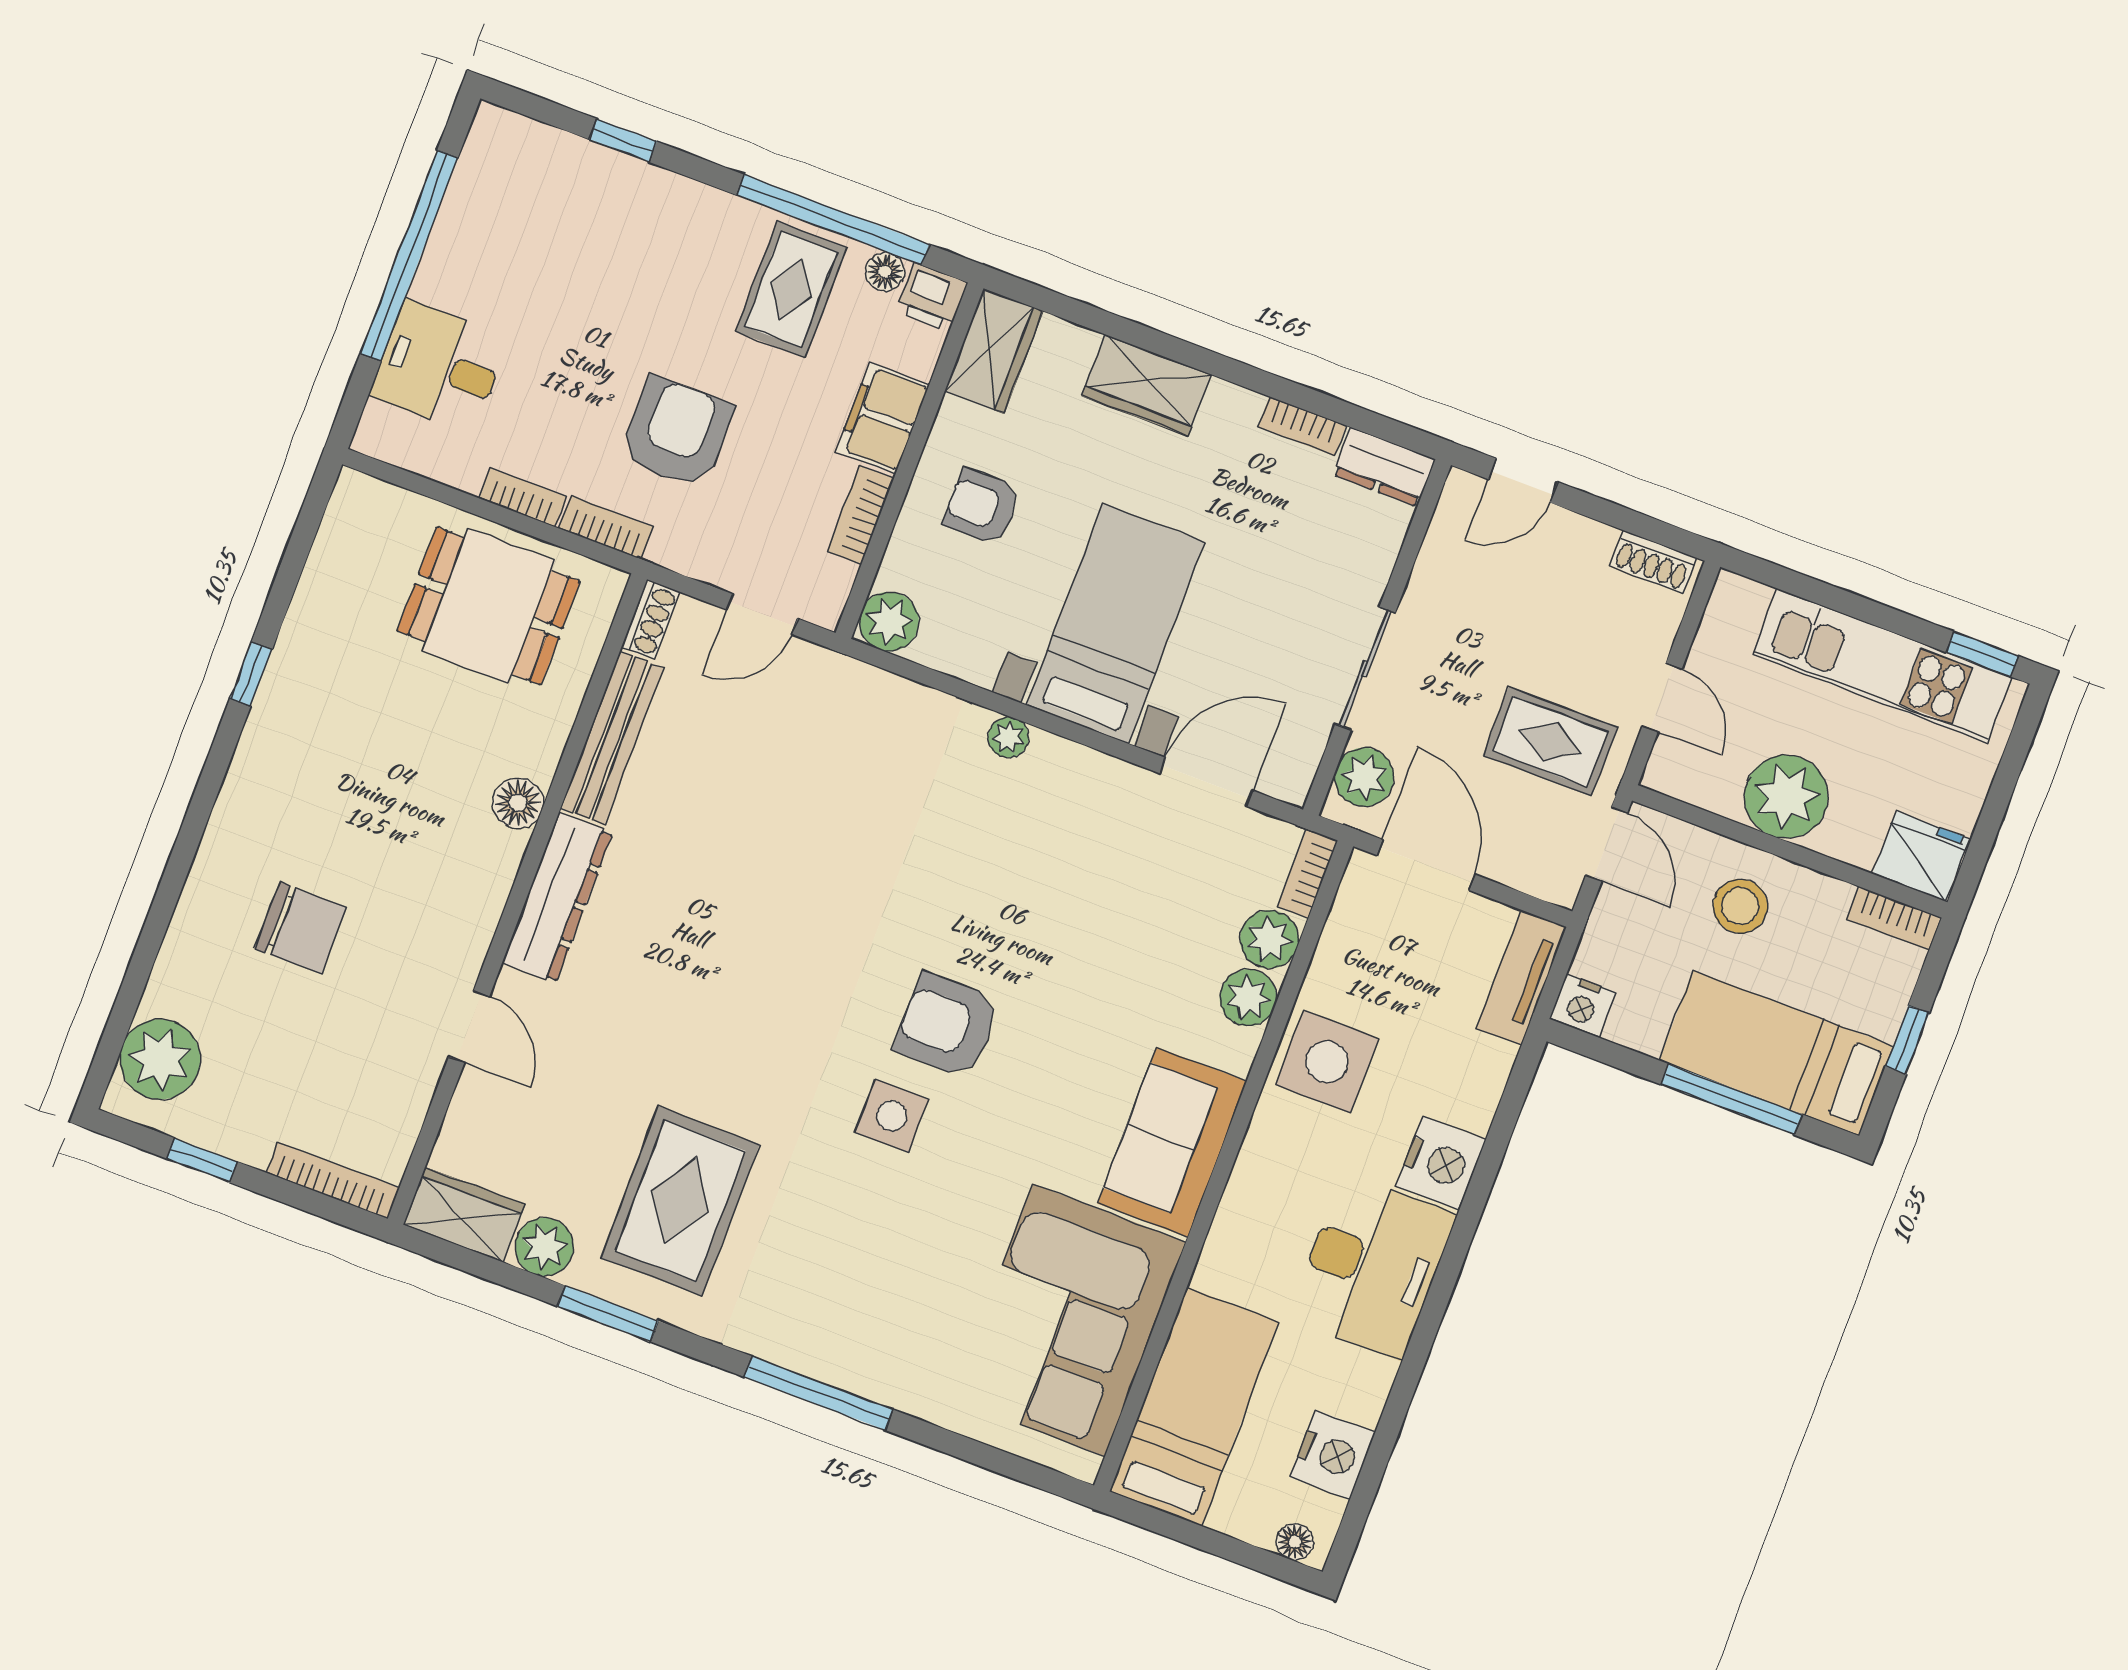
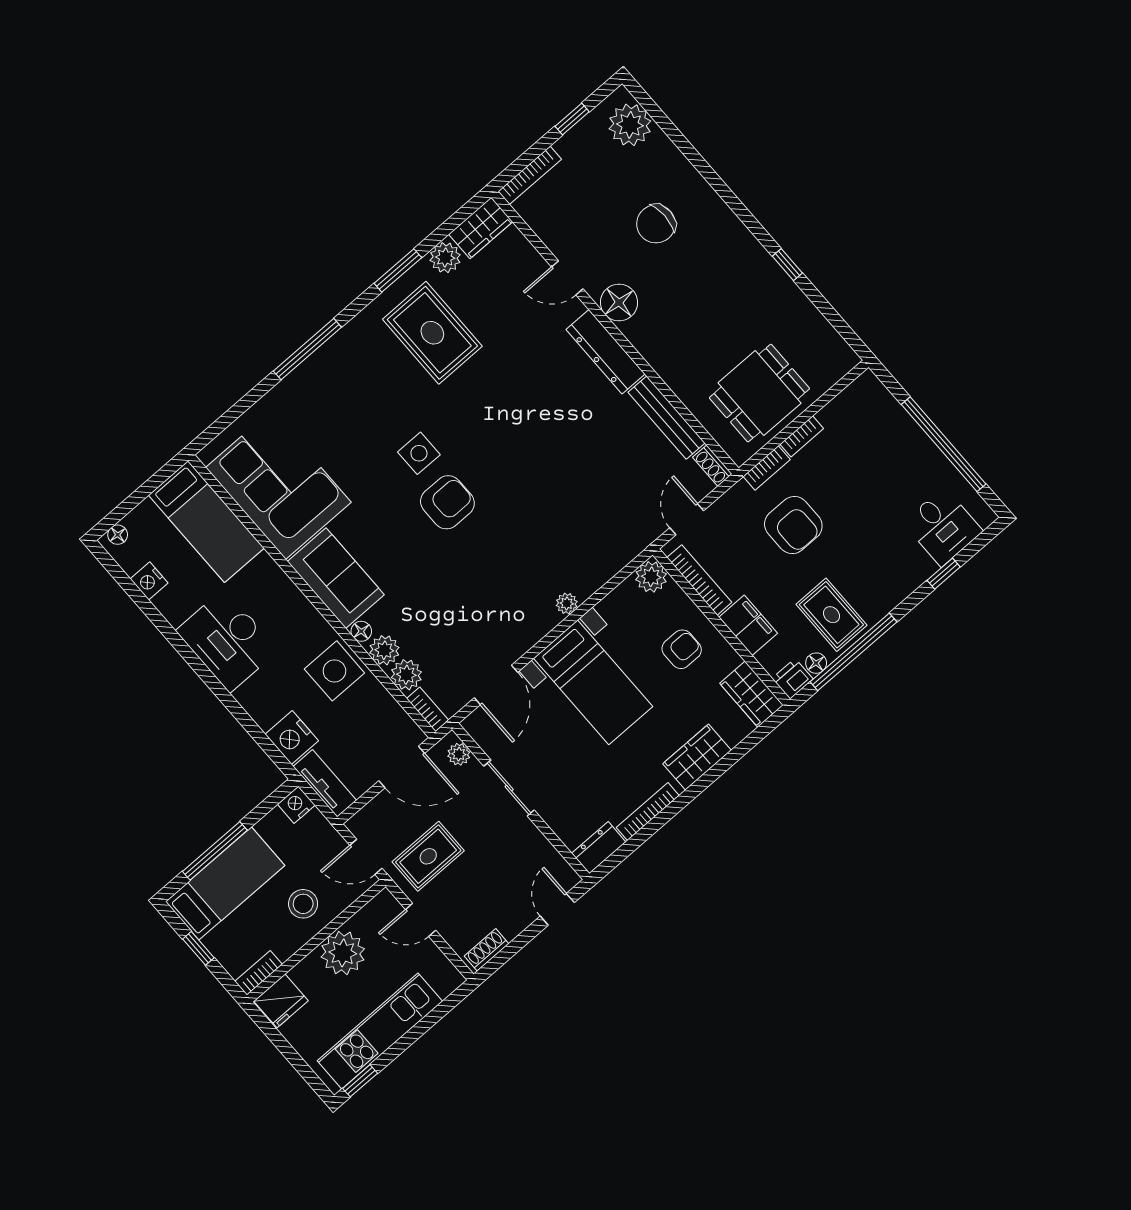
desk: (439, 366) -> (943, 527), moved, turned 90
bookcase: (1302, 426) -> (648, 812), width x1.56
bookcase: (861, 515) -> (699, 580), width x1.56
plant: (1364, 777) -> (459, 754), width x0.73, depth x0.73
floor lamp: (518, 803) -> (619, 303), moved, width x1.38, depth x1.38
floor lamp: (1237, 1053) -> (361, 631), added
nightstand: (1441, 1163) -> (292, 738), moved
nightstand: (1332, 1455) -> (149, 581), width x0.74, depth x0.75

